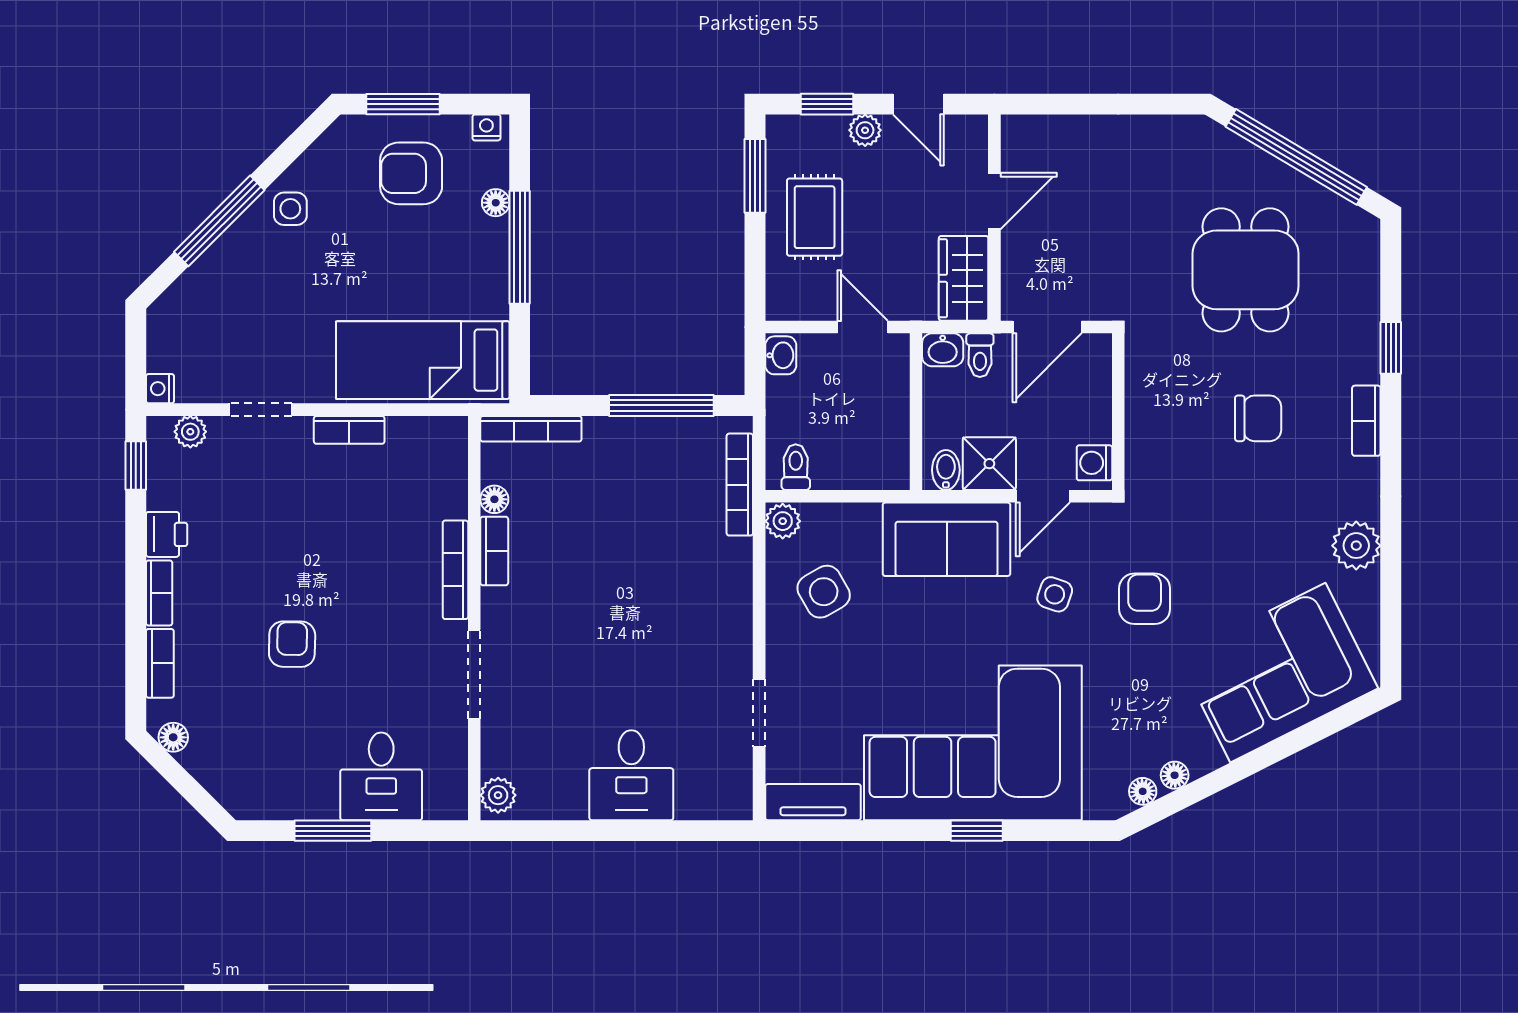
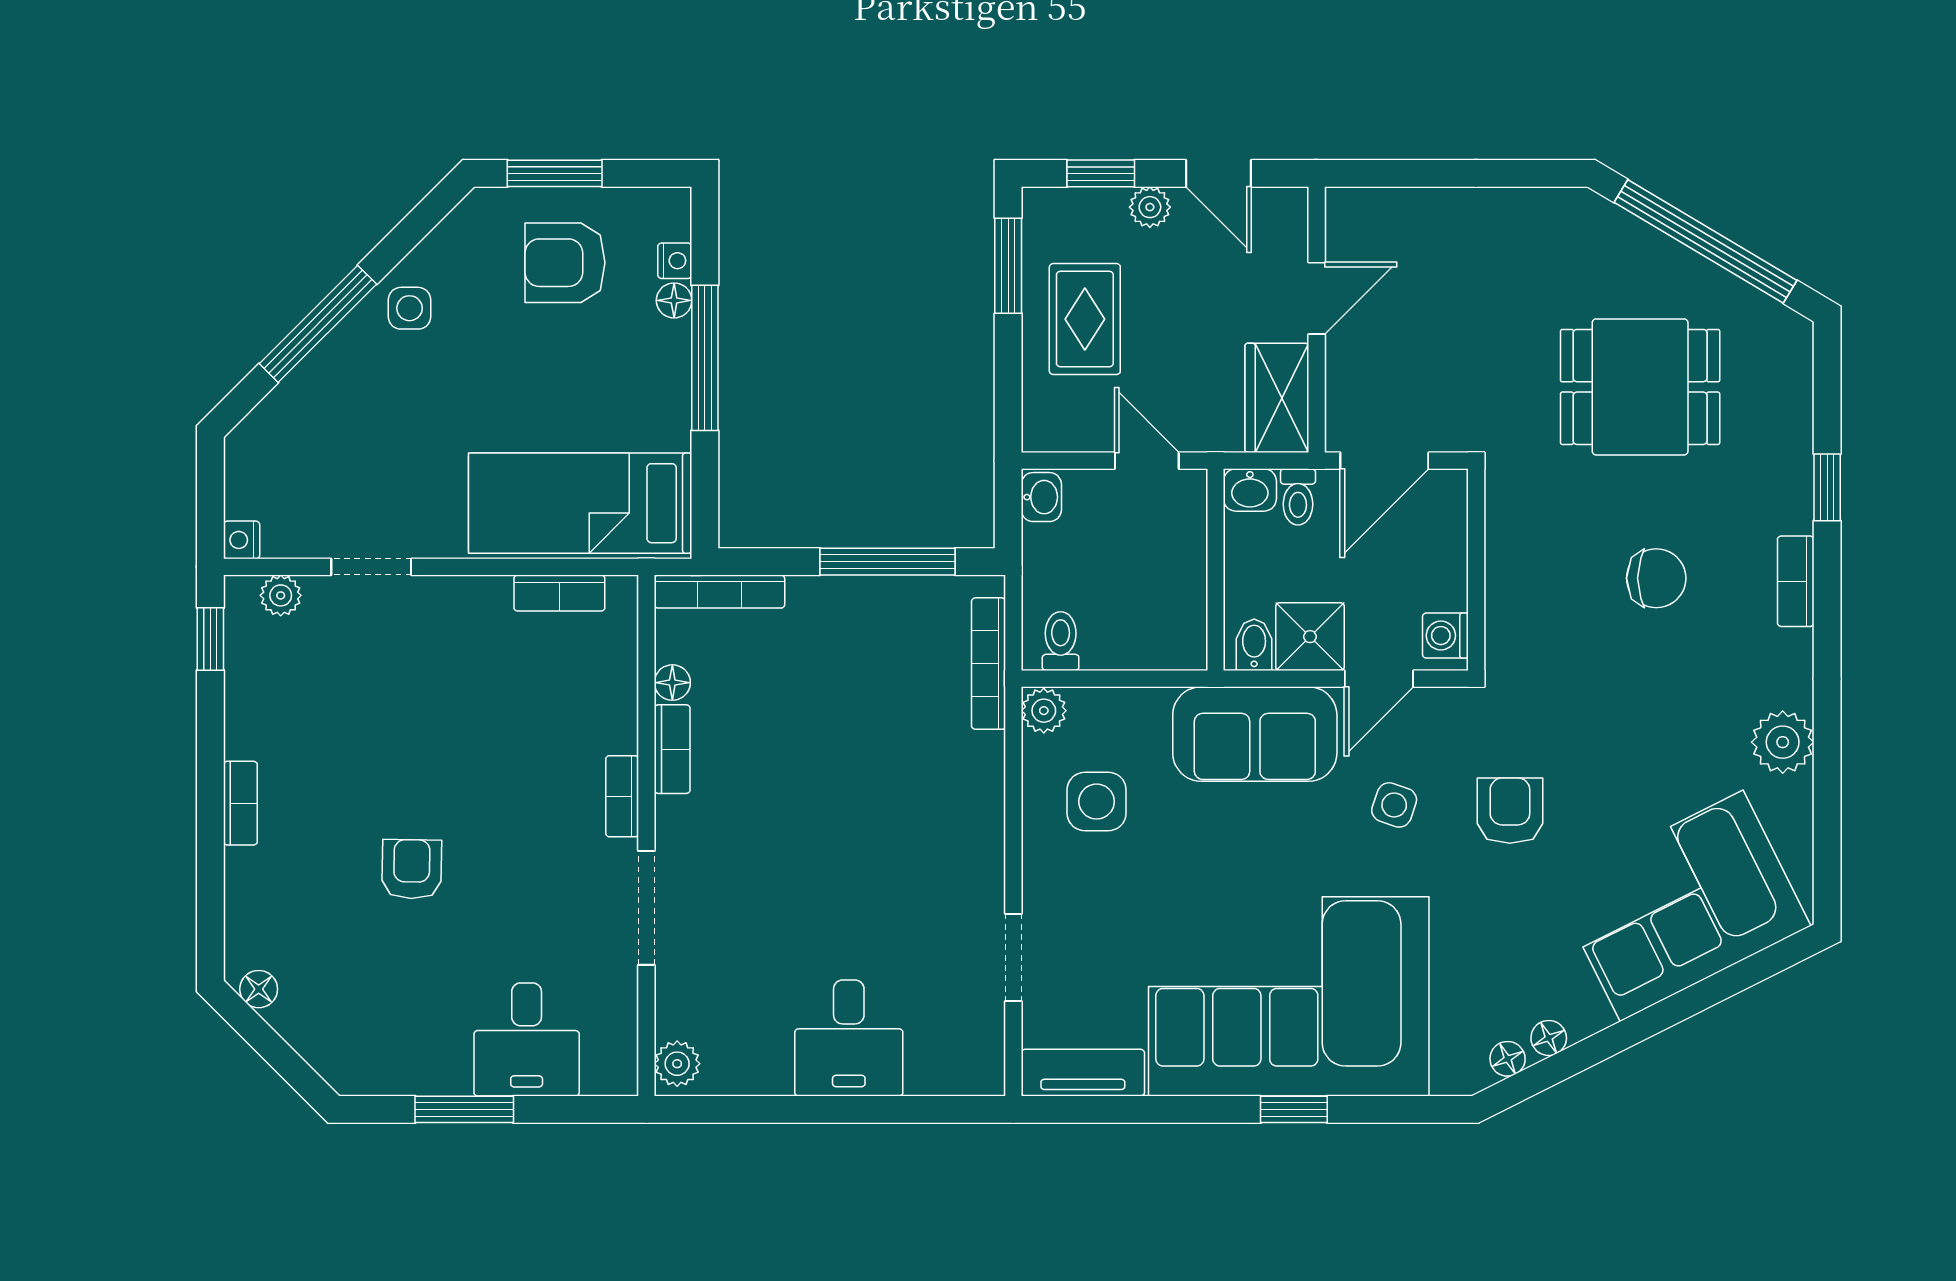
nightstand: (486, 128) -> (675, 261), moved, turned 90
dining table: (1246, 270) -> (1640, 387), turned 90
bookcase: (349, 430) -> (559, 593), moved
printer: (167, 534) -> (250, 728), removed
bookcase: (455, 570) -> (622, 796), width x0.64
side table: (824, 592) -> (1097, 802), turned 30
bookcase: (160, 663) -> (241, 894), removed

